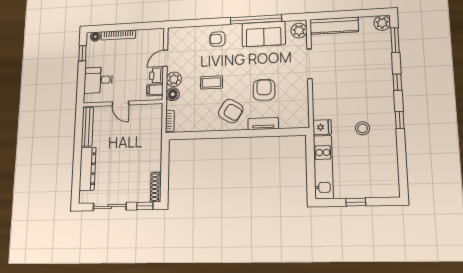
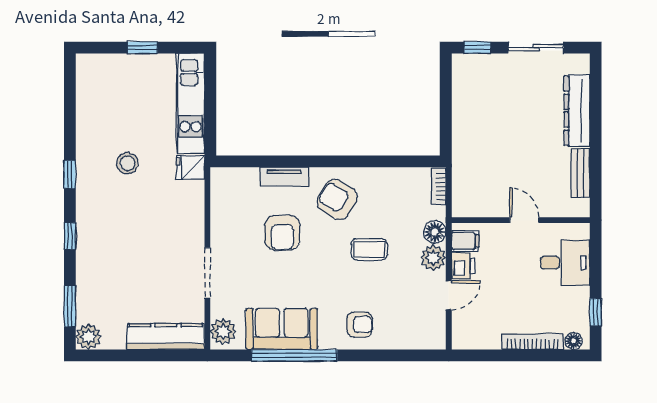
bench: (87, 127) -> (581, 173), width x0.73
shoe rack: (156, 187) -> (460, 78), removed

